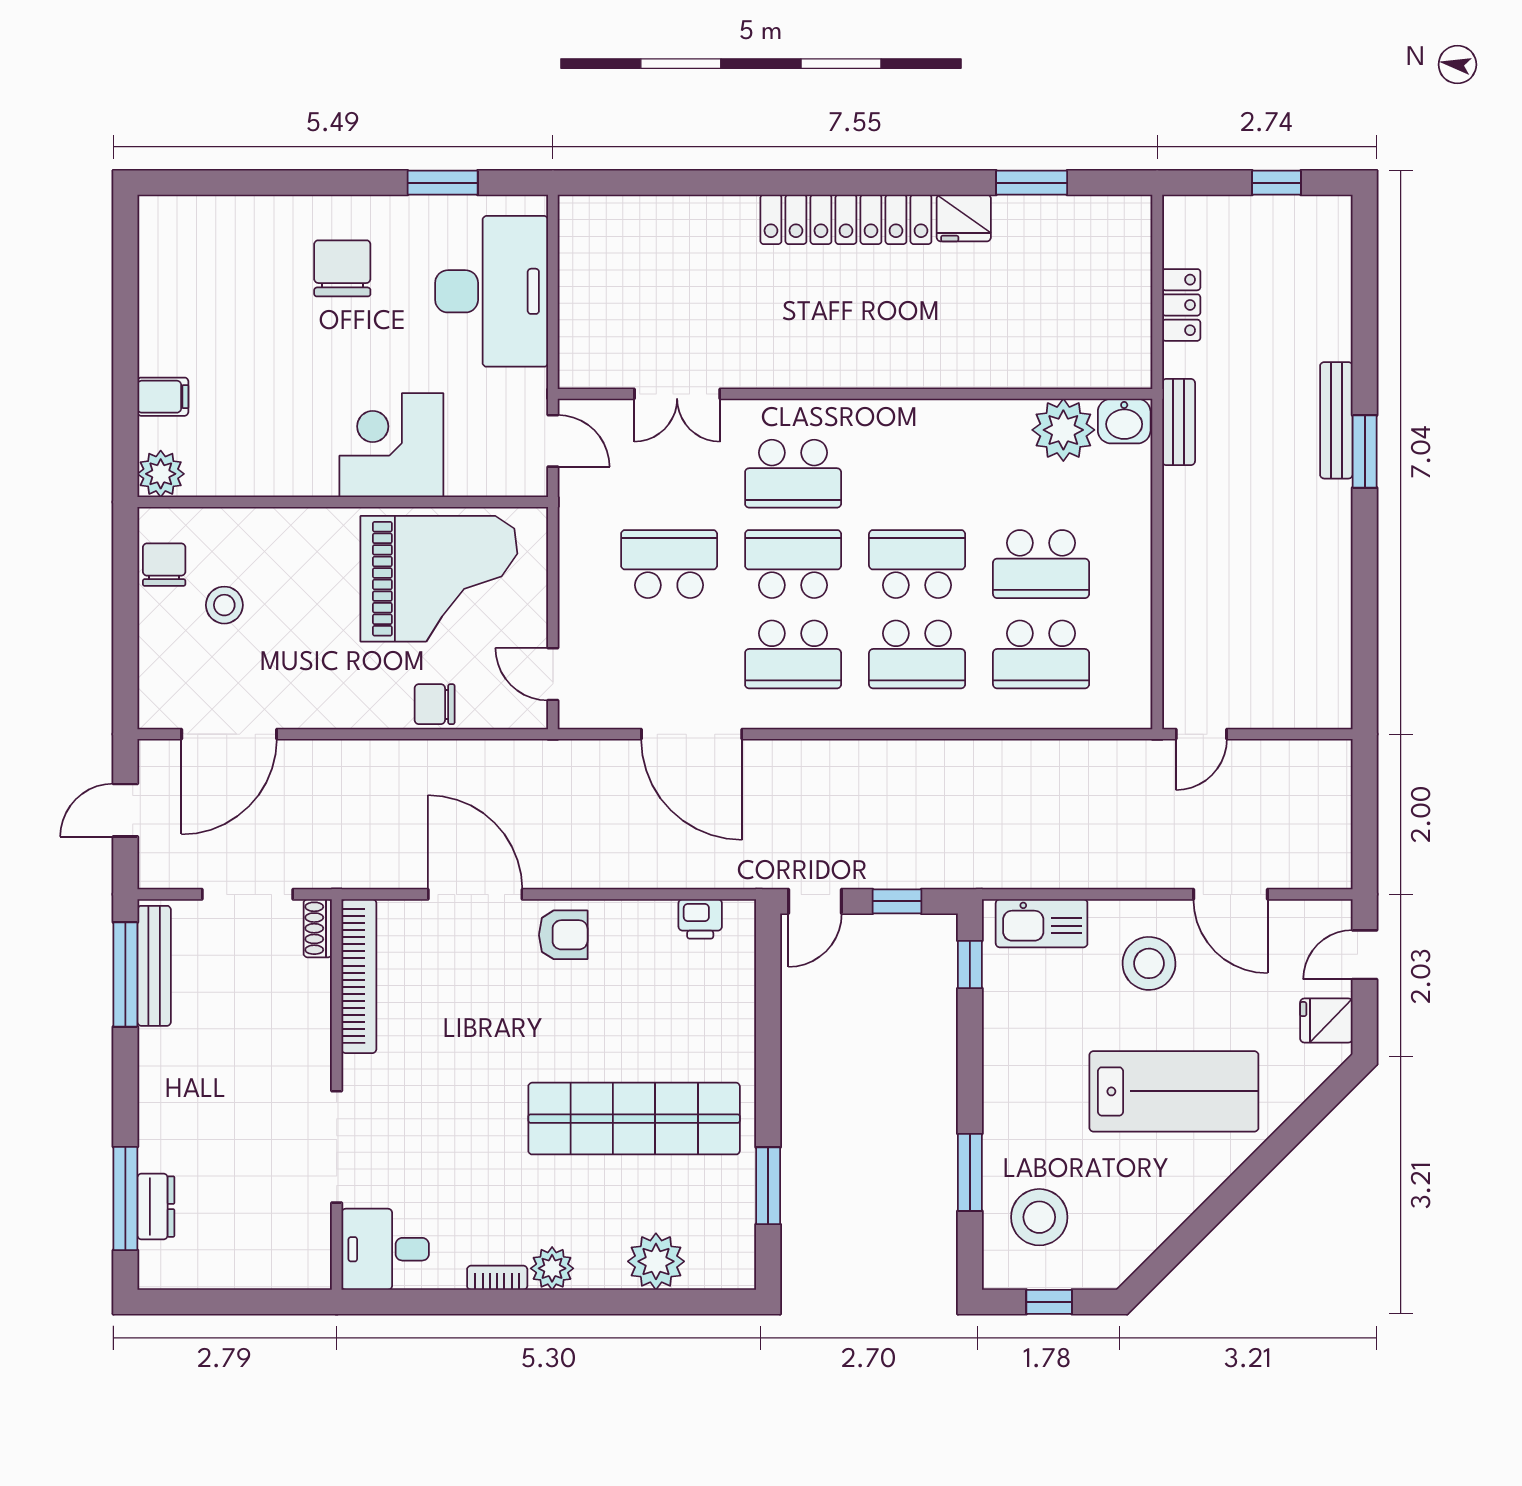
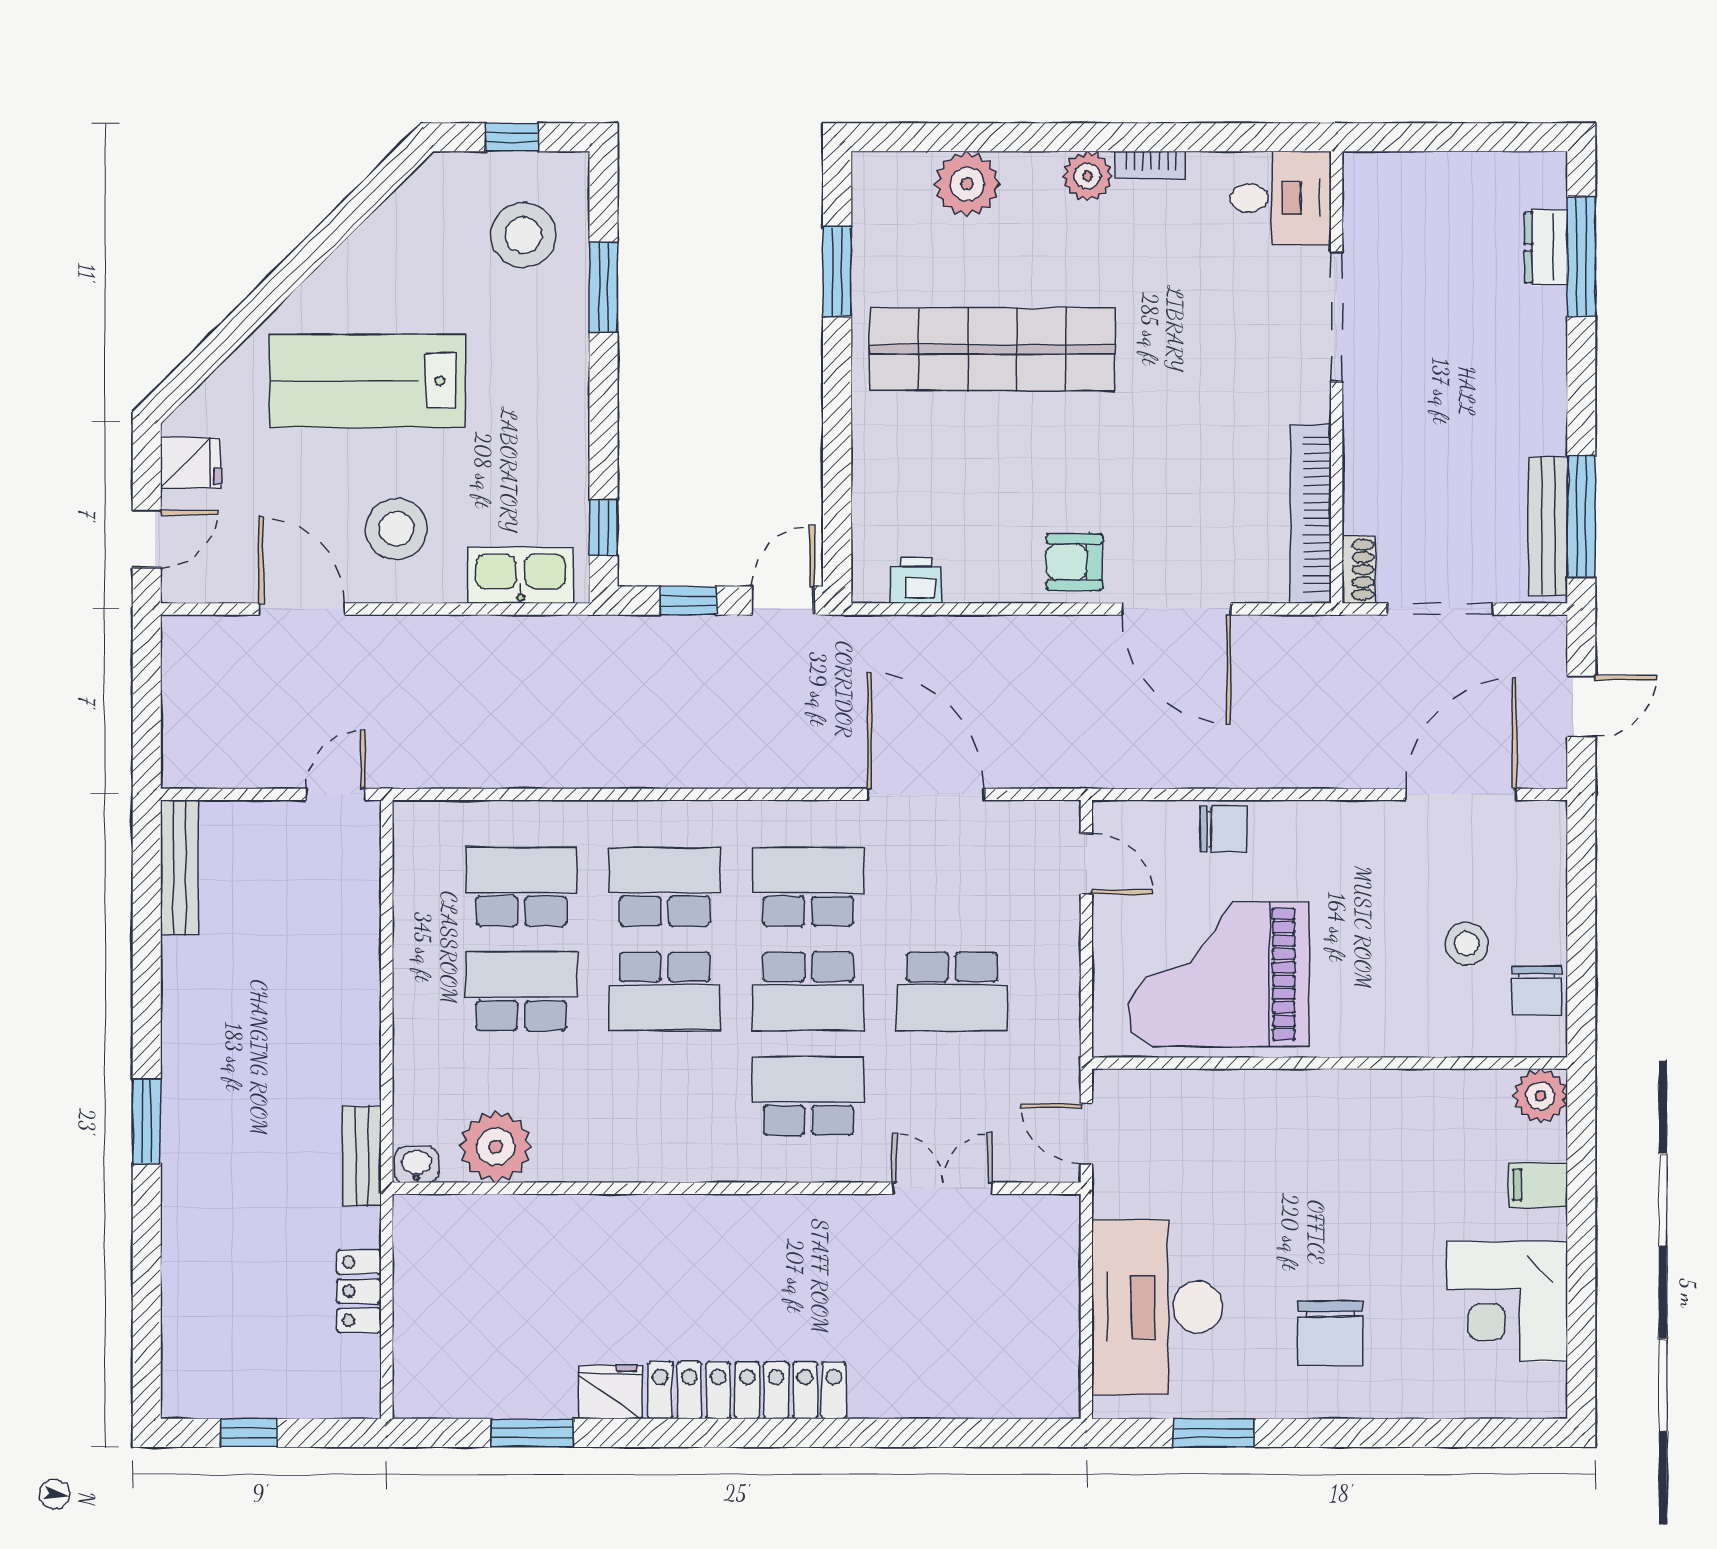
bench: (1336, 420) -> (179, 867), moved
washbasin: (1124, 421) -> (417, 1165), width x0.72, depth x0.69
corner desk: (391, 445) -> (1507, 1302), moved, turned 90

